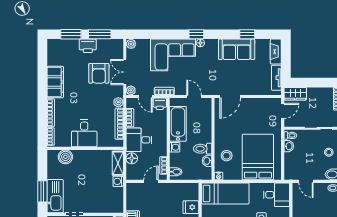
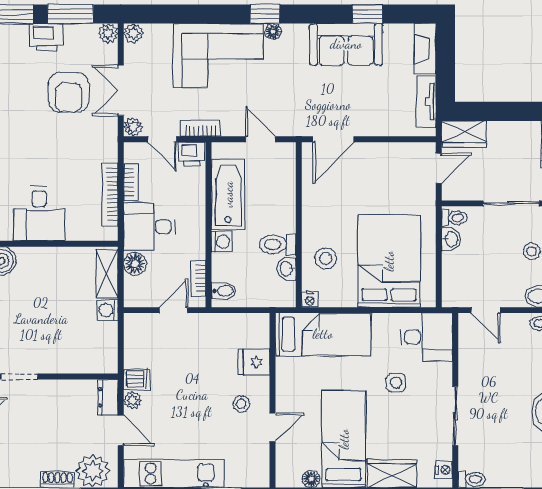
plant: (118, 102) -> (108, 33), moved

